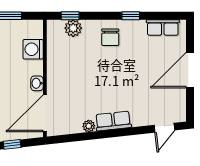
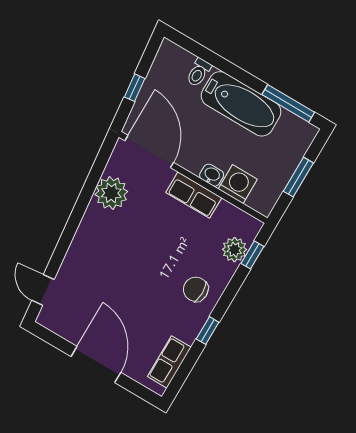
washbasin: (37, 83) -> (212, 175), moved
row of seats: (113, 121) -> (194, 195), moved, turned 96
plant: (89, 126) -> (111, 193), width x1.87, depth x1.87

